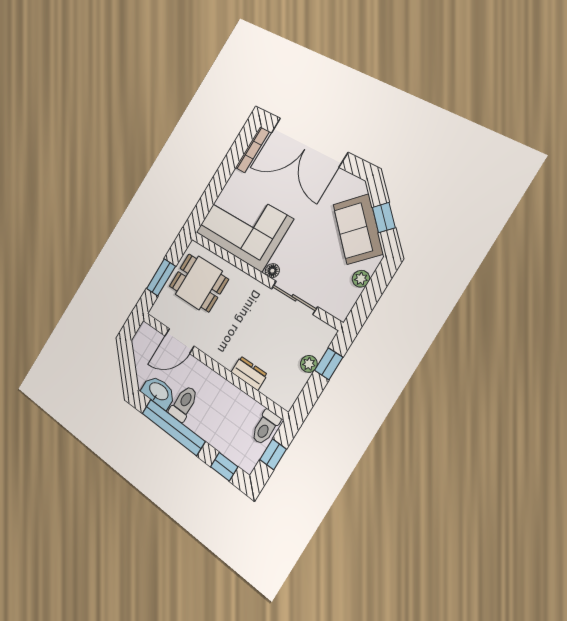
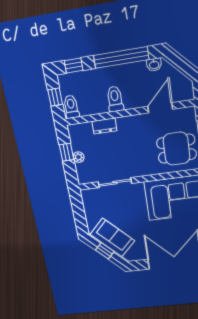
floor lamp: (272, 271) -> (139, 187), removed
plant: (361, 279) -> (90, 216), removed
window: (329, 364) -> (67, 152), moved
washbasin: (158, 392) -> (154, 65), width x0.52, depth x0.69
toilet: (184, 404) -> (115, 99), moved, turned 180

